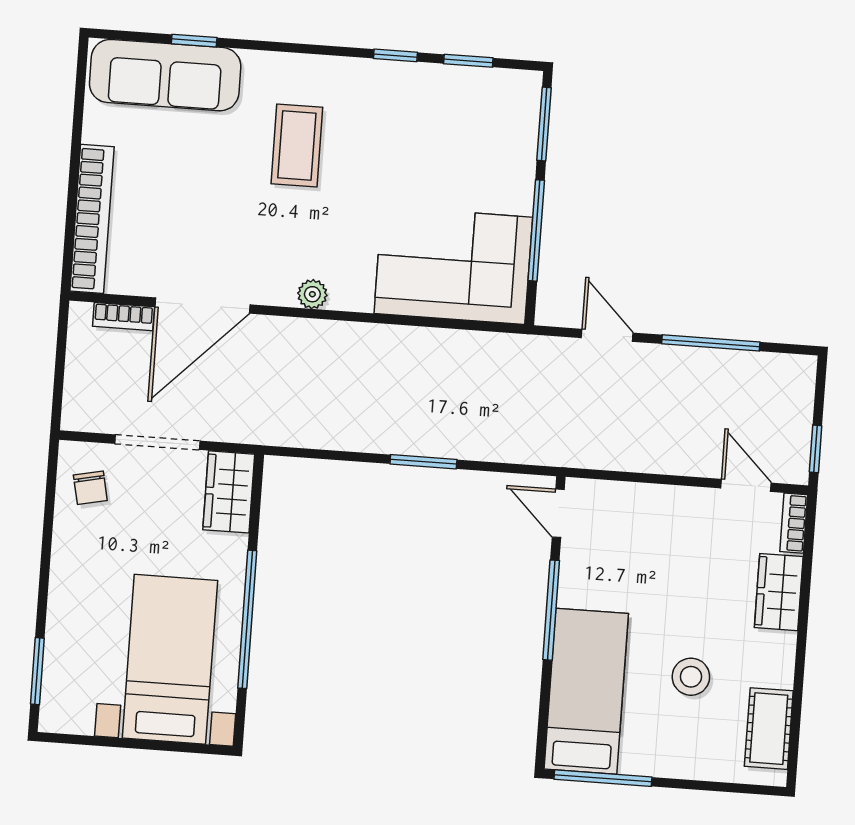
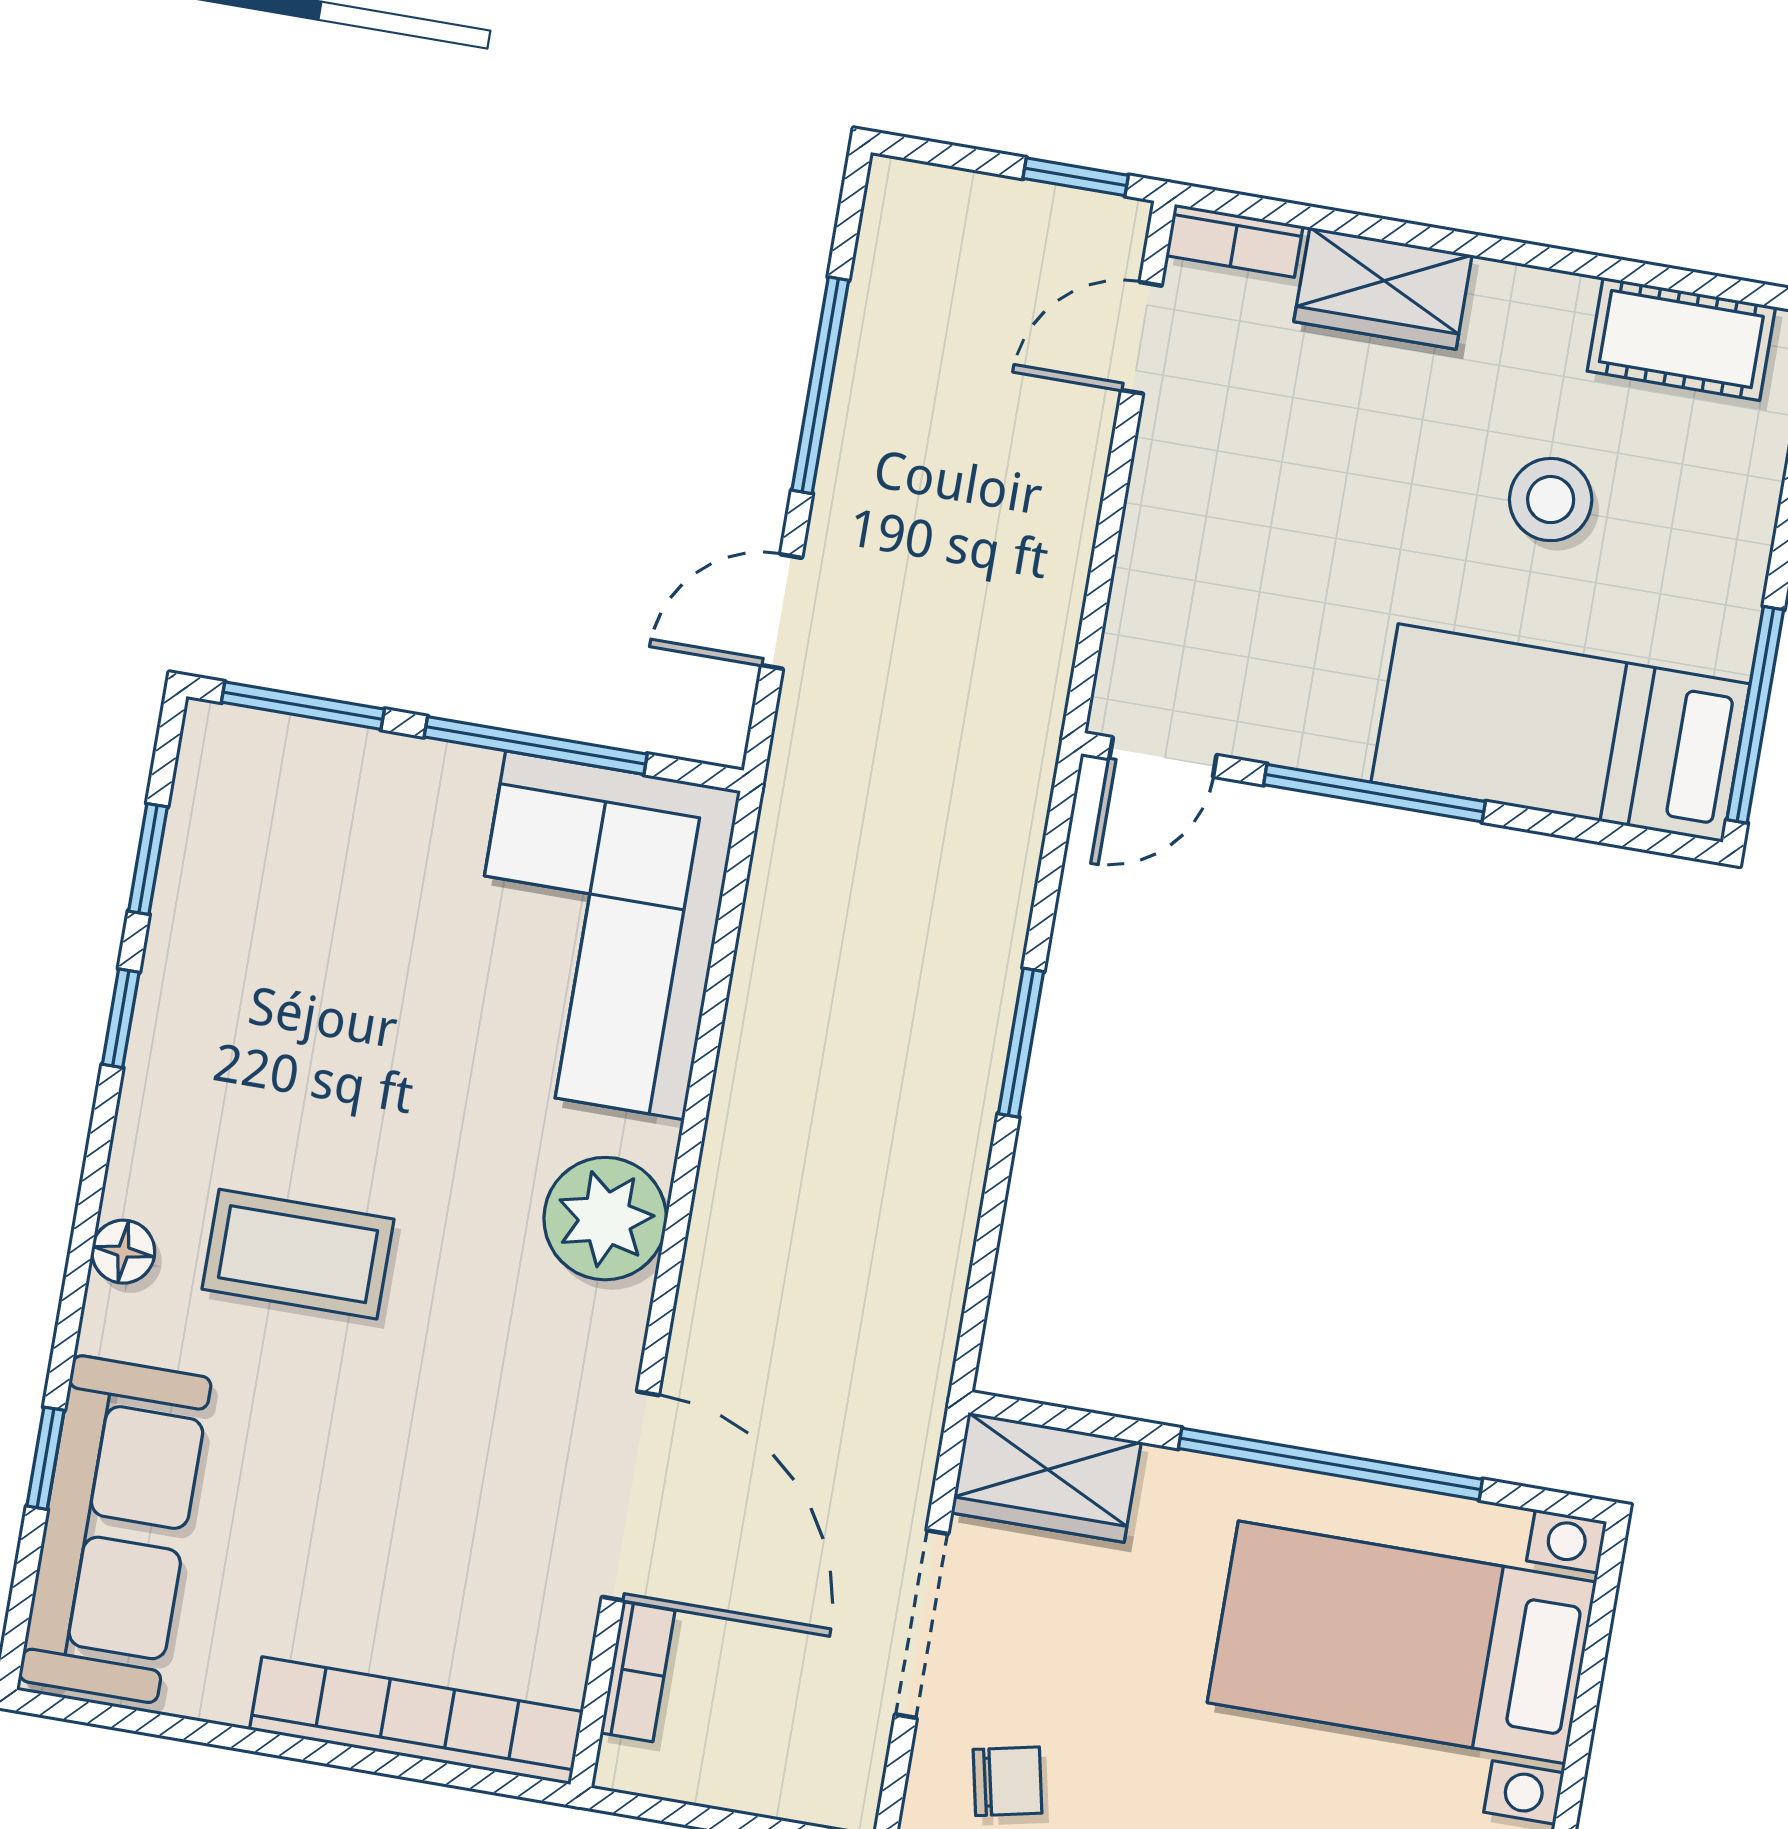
floor lamp: (290, 67) -> (123, 1252), added
plant: (312, 294) -> (605, 1219), width x1.88, depth x1.88

